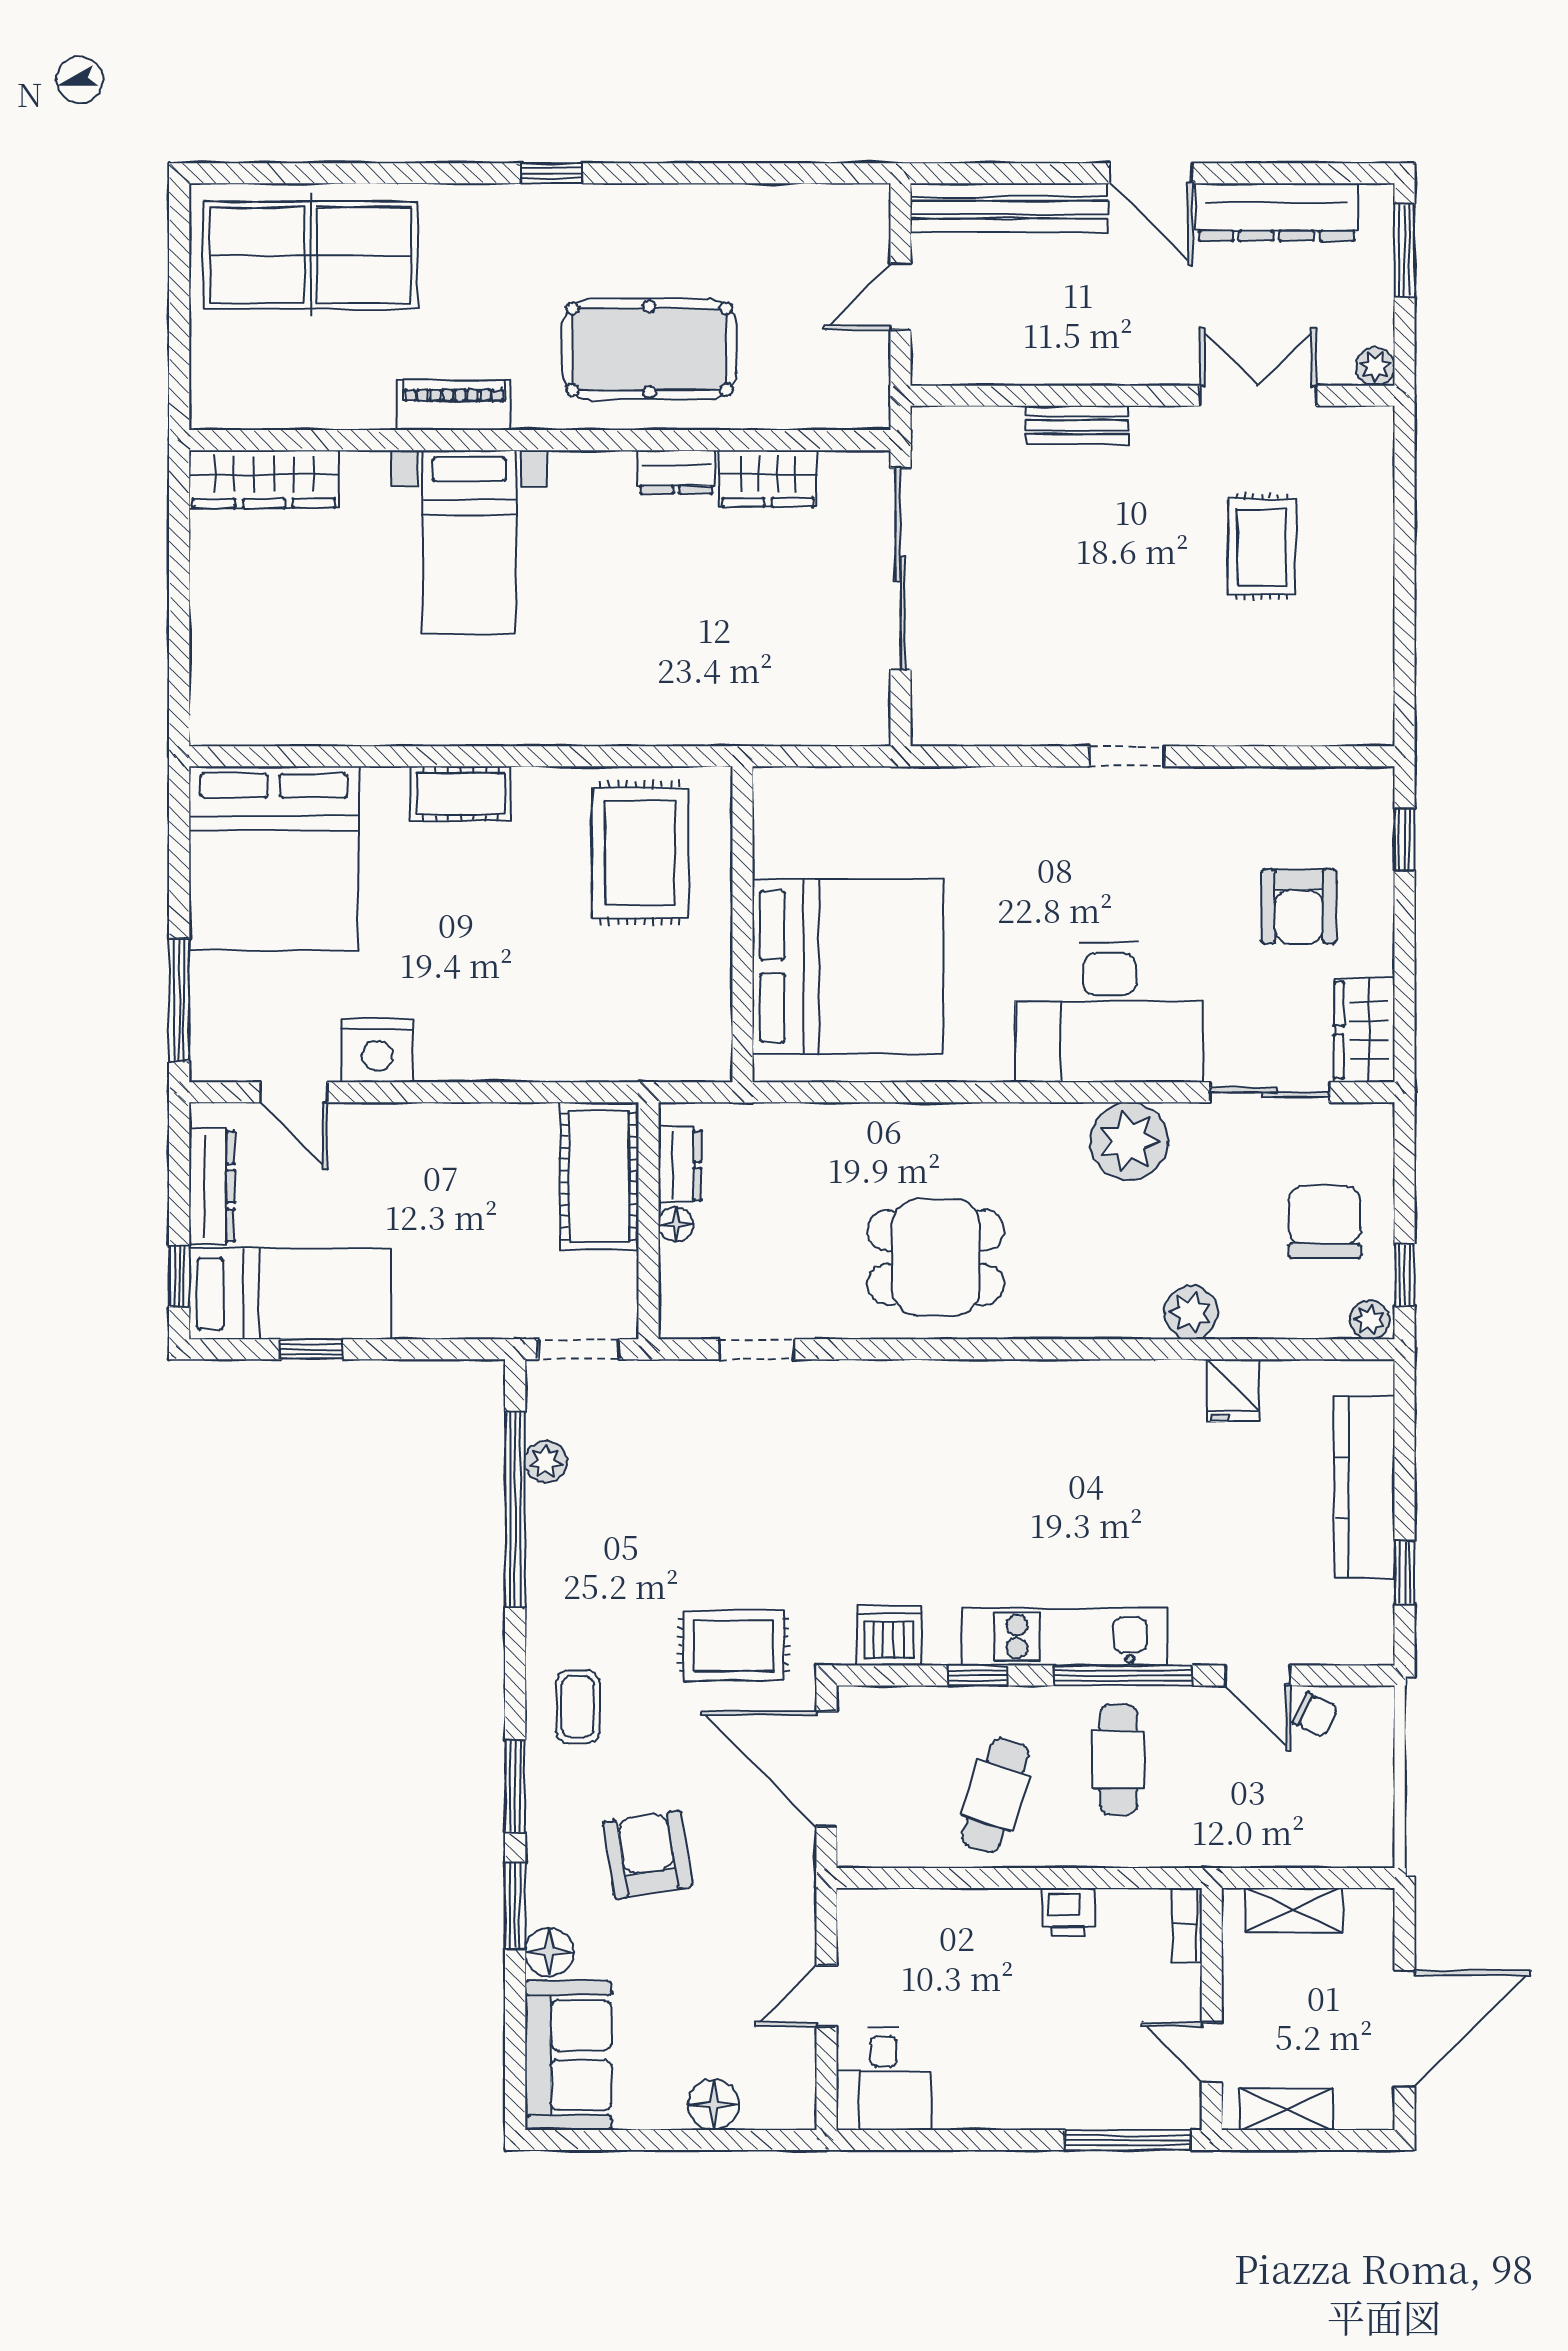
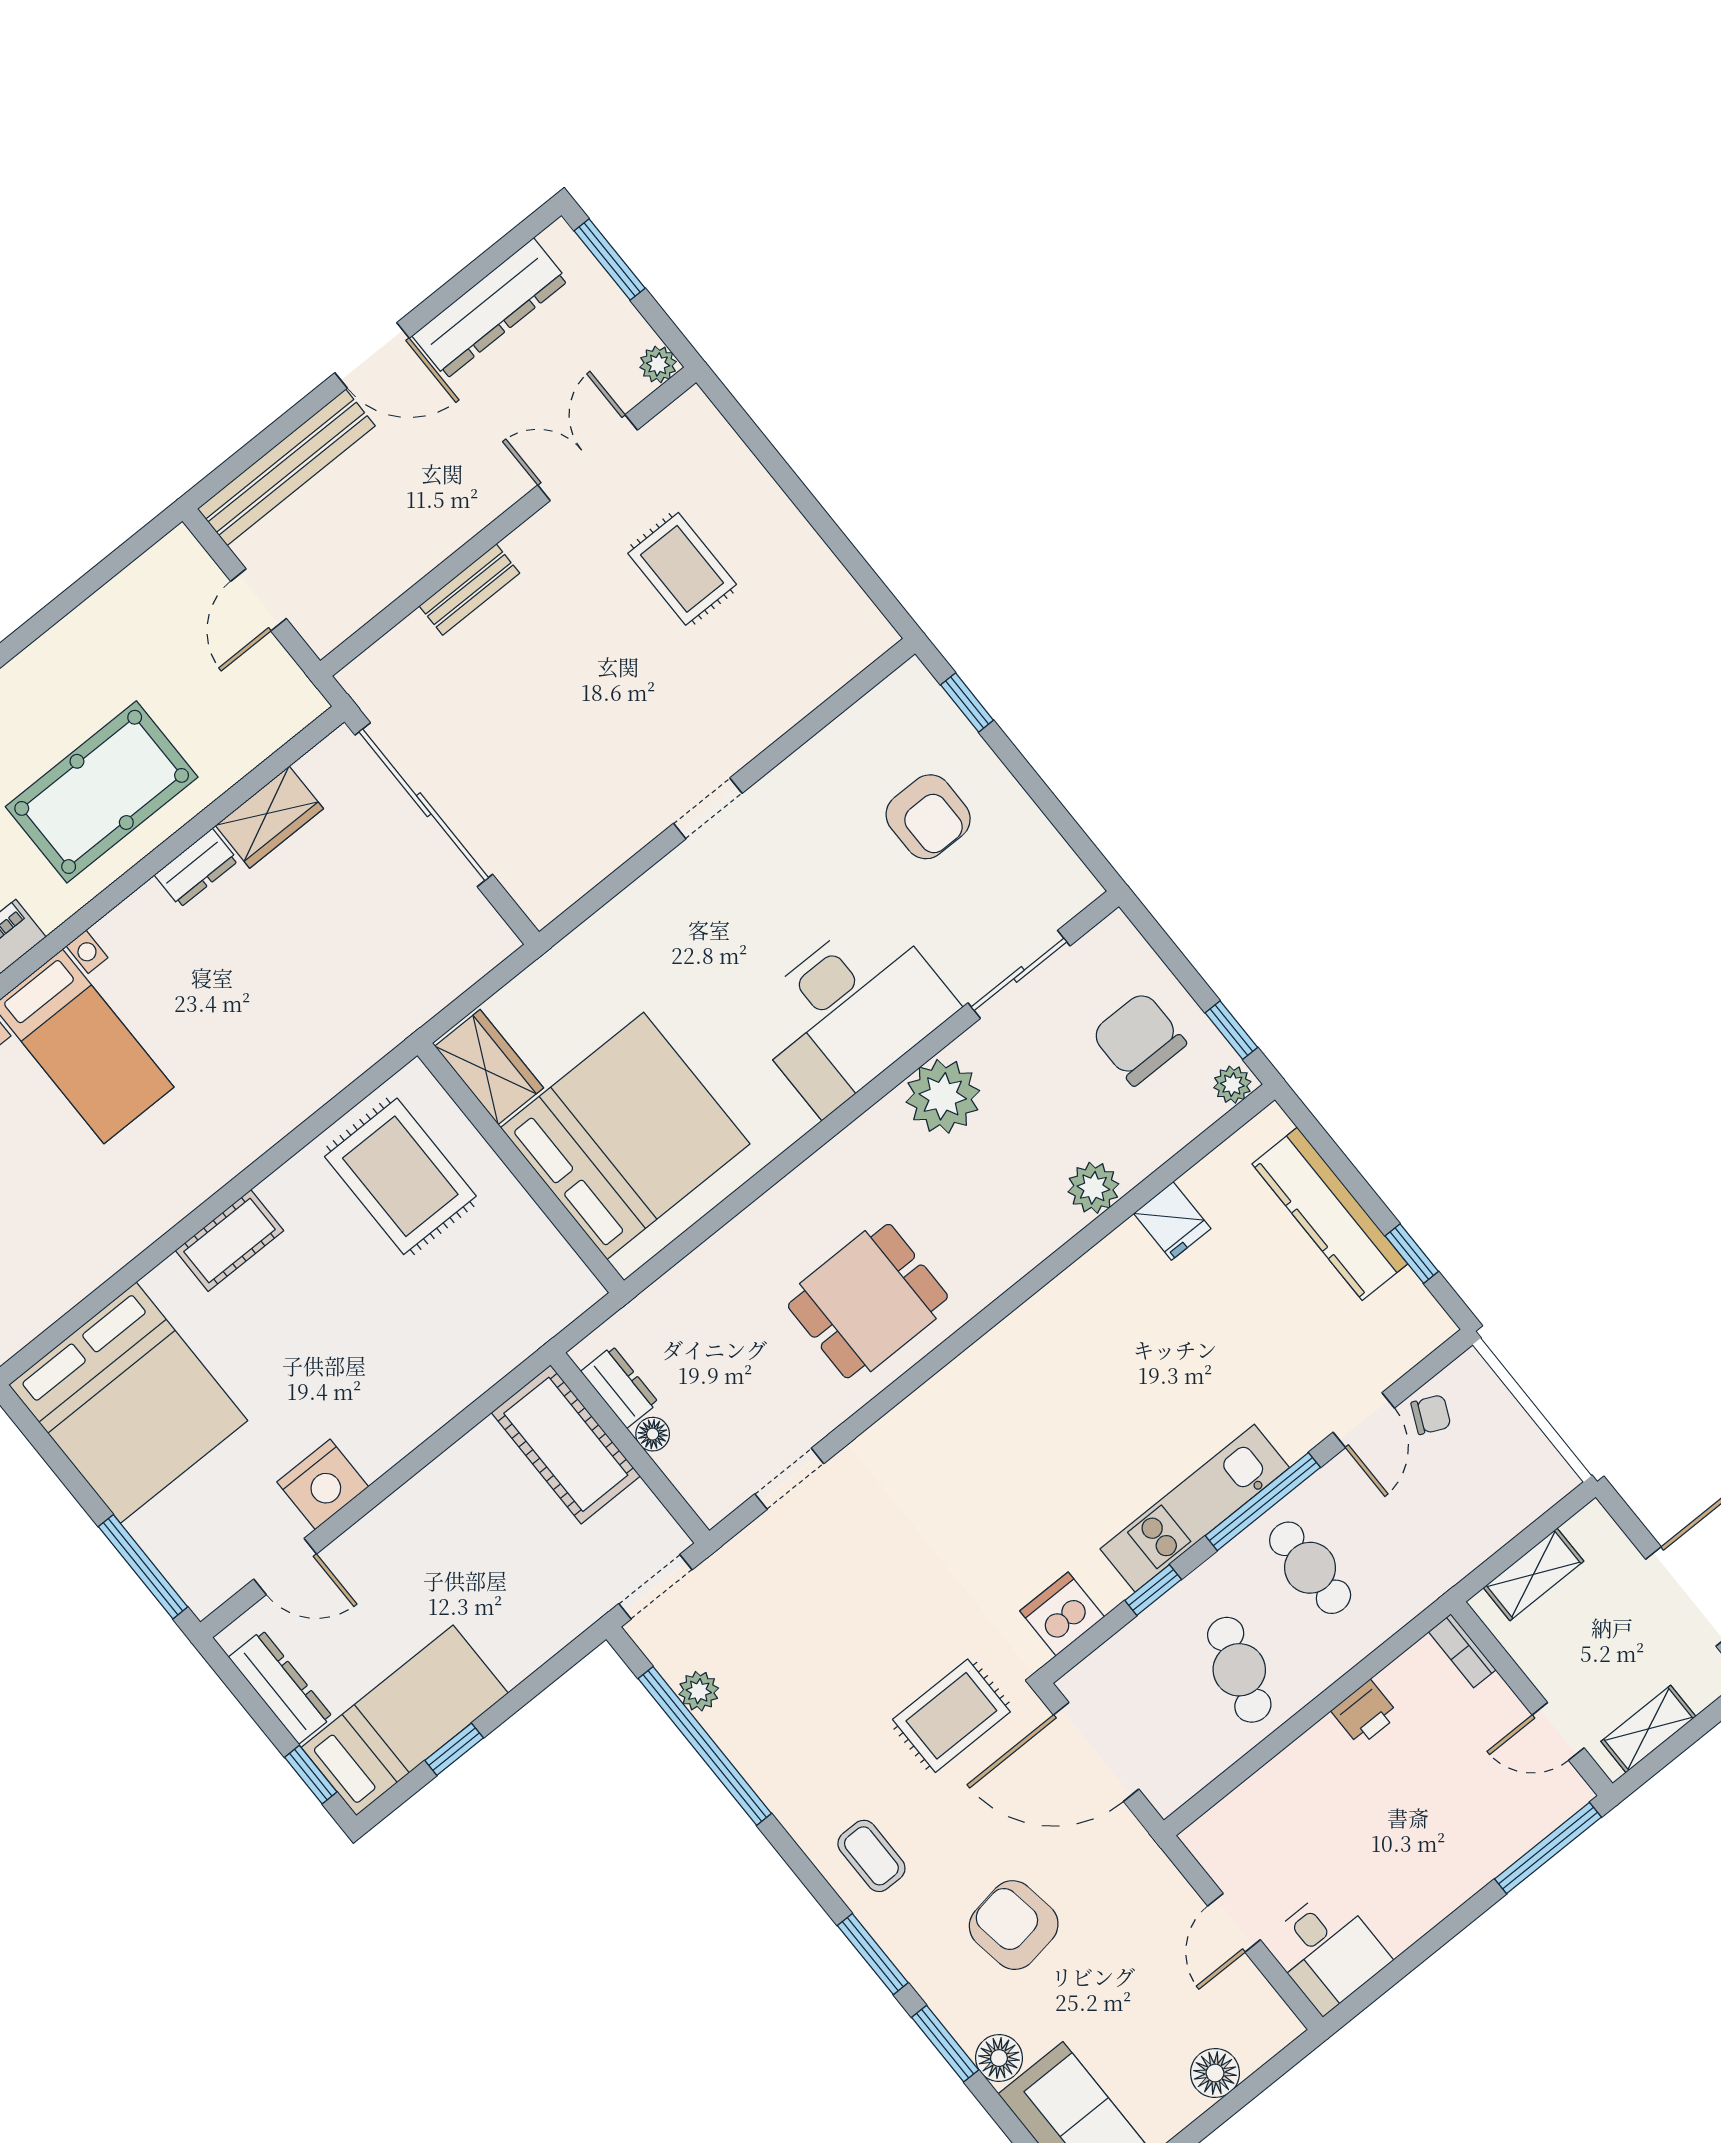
wardrobe: (1364, 1030) -> (489, 1067), moved, turned 180
door: (1258, 1675) -> (1364, 1420), hinge flipped

